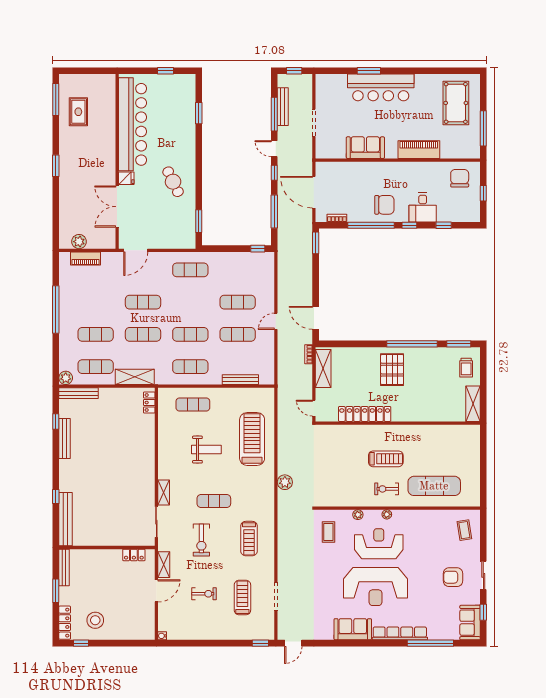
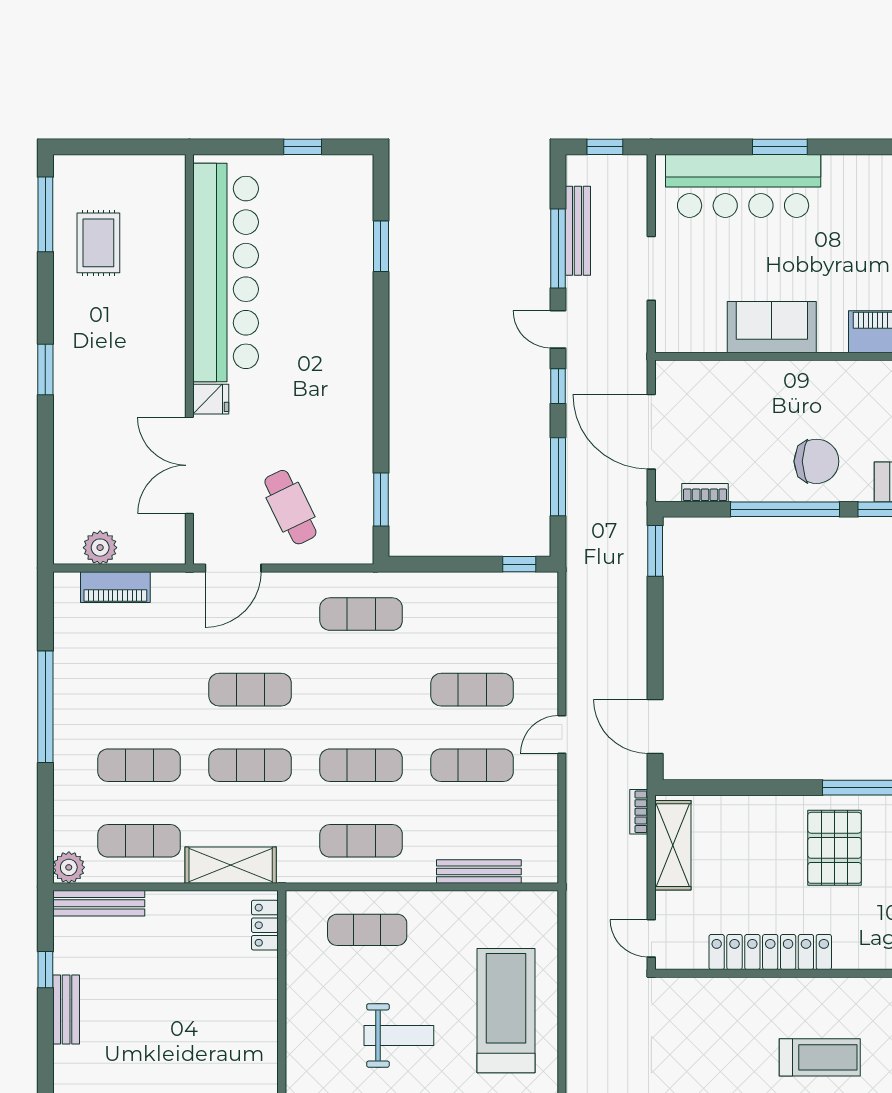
bar counter: (381, 87) -> (743, 186), moved
cafe table: (173, 182) -> (290, 507), moved
bench: (65, 438) -> (66, 1009), width x0.73

